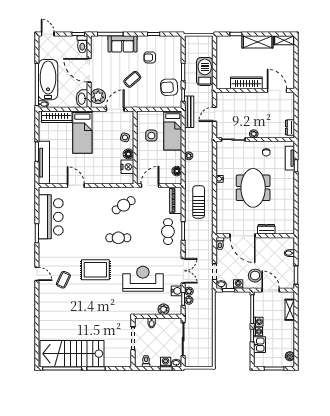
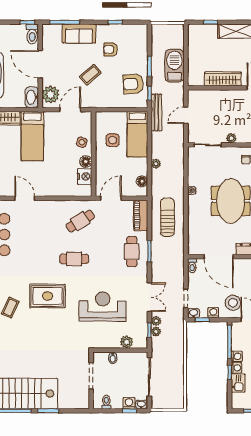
water cooler: (177, 291) -> (142, 321), removed

